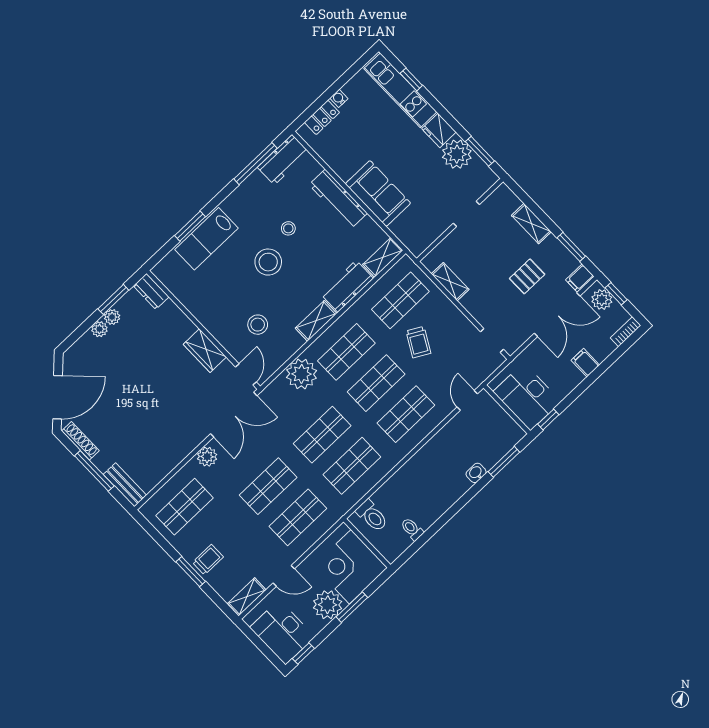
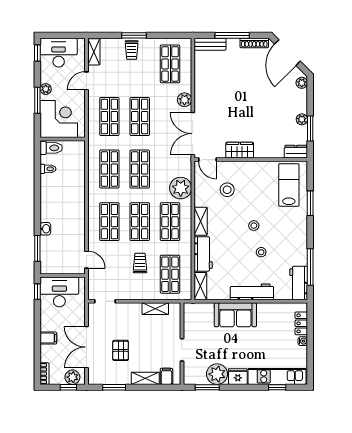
lab bench: (207, 239) -> (289, 185), moved
stool: (268, 262) -> (254, 226), width x0.53, depth x0.53
filing cabinet: (580, 278) -> (166, 376), moved
plant: (99, 329) -> (302, 83), moved
trolley: (418, 342) -> (140, 263), turned 61
toilet: (372, 516) -> (51, 148), moved, turned 180
plant: (328, 605) -> (46, 89), width x0.53, depth x0.53

